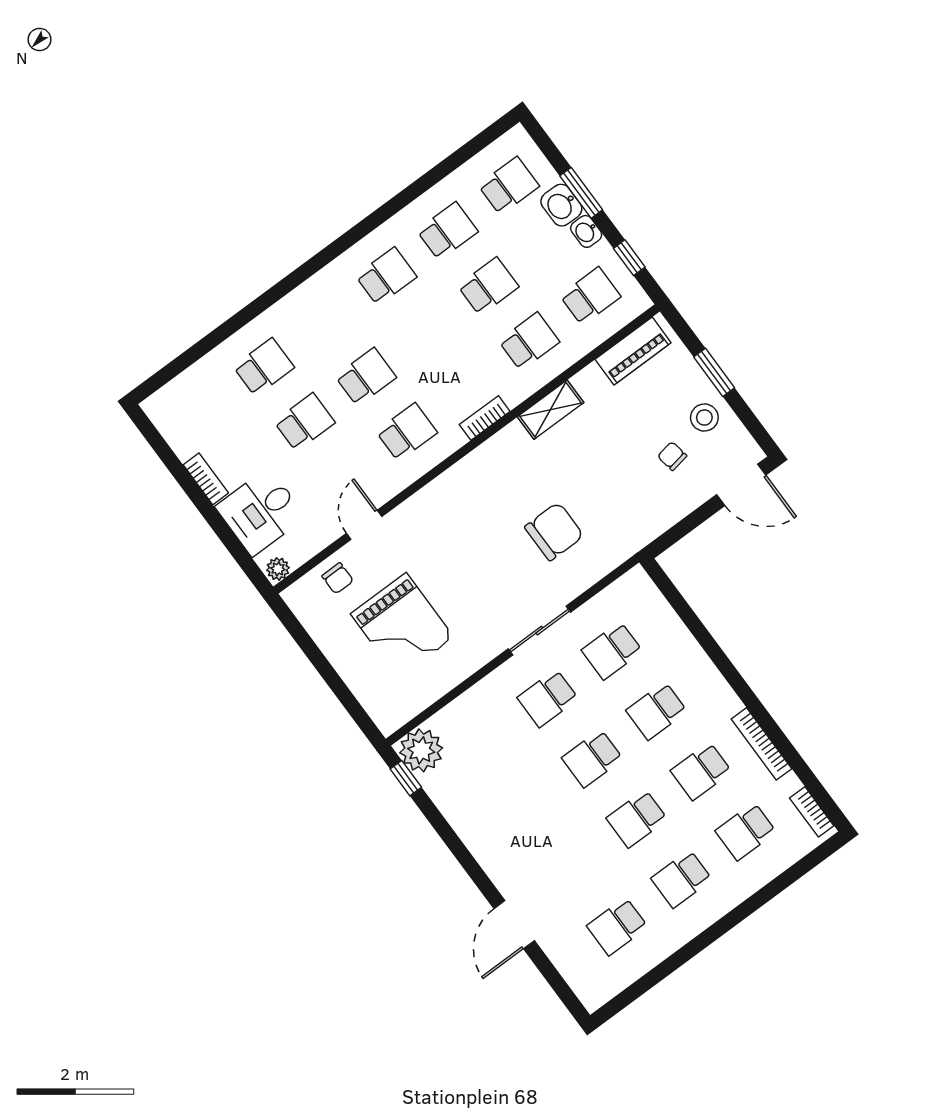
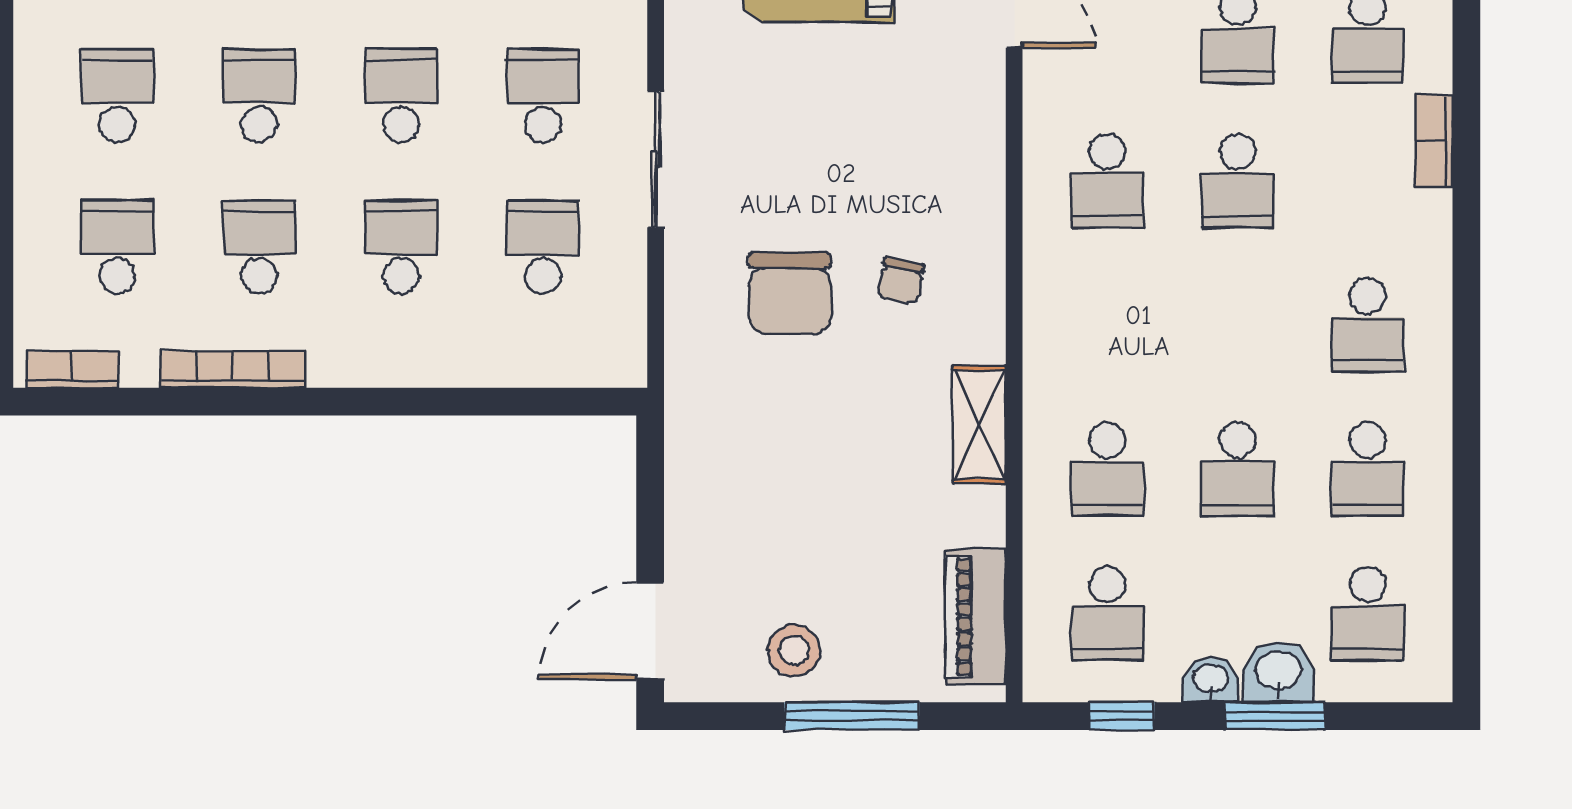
window: (714, 372) -> (852, 716), width x1.44
bookcase: (485, 418) -> (1434, 141), moved, turned 180
chair: (672, 456) -> (901, 281), moved, turned 111

